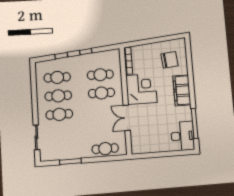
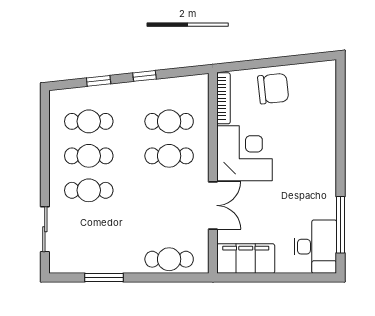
chair: (169, 60) -> (273, 89), moved
filing cabinet: (182, 90) -> (246, 259), moved, turned 90
double door: (127, 118) -> (213, 205), swing flipped

